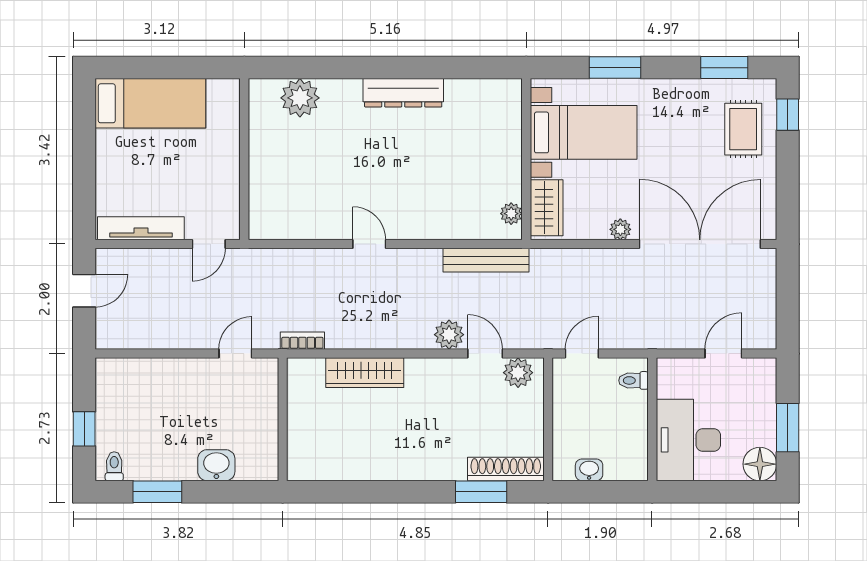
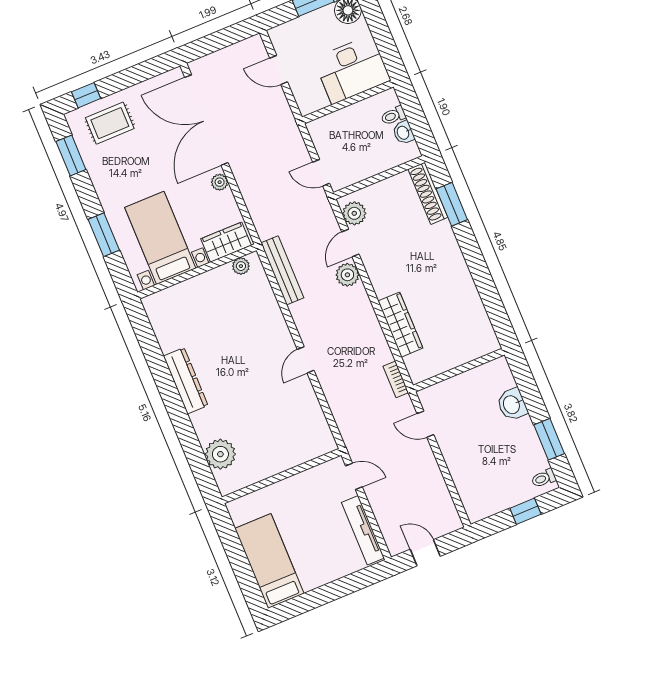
toilet: (633, 380) -> (393, 116), moved, turned 90

